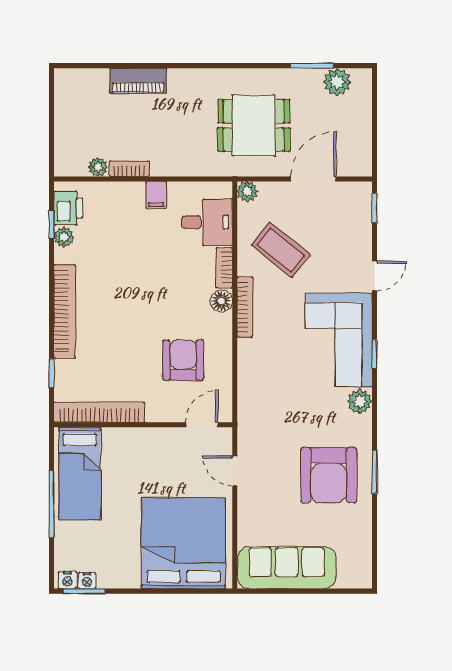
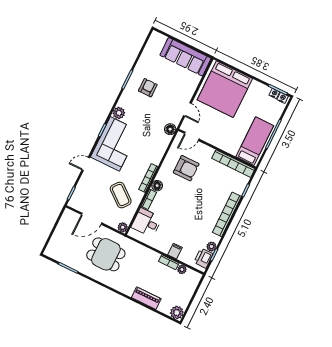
plant: (337, 82) -> (177, 313), moved
filing cabinet: (156, 195) -> (175, 251), moved
armchair: (183, 360) -> (186, 168), turned -90
floor lamp: (249, 418) -> (170, 129), added
armchair: (329, 475) -> (148, 88), width x0.53, depth x0.53

